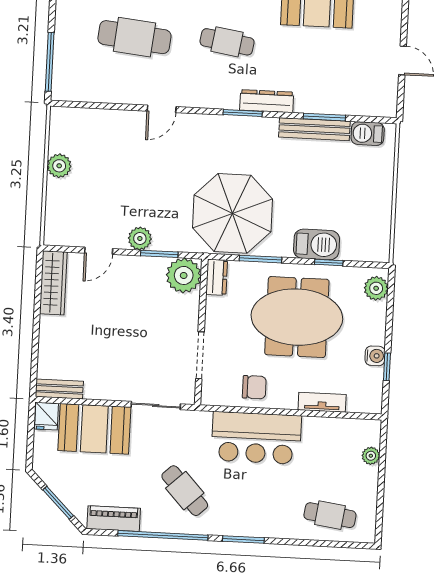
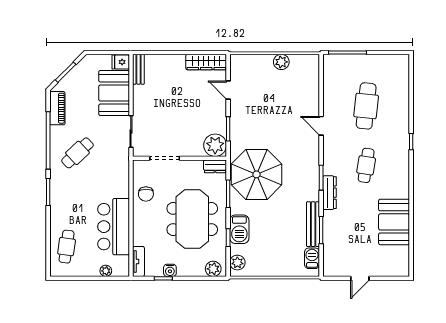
plant: (140, 238) -> (237, 263), moved
tv unit: (322, 402) -> (138, 261), moved
bar counter: (256, 438) -> (114, 227), moved

